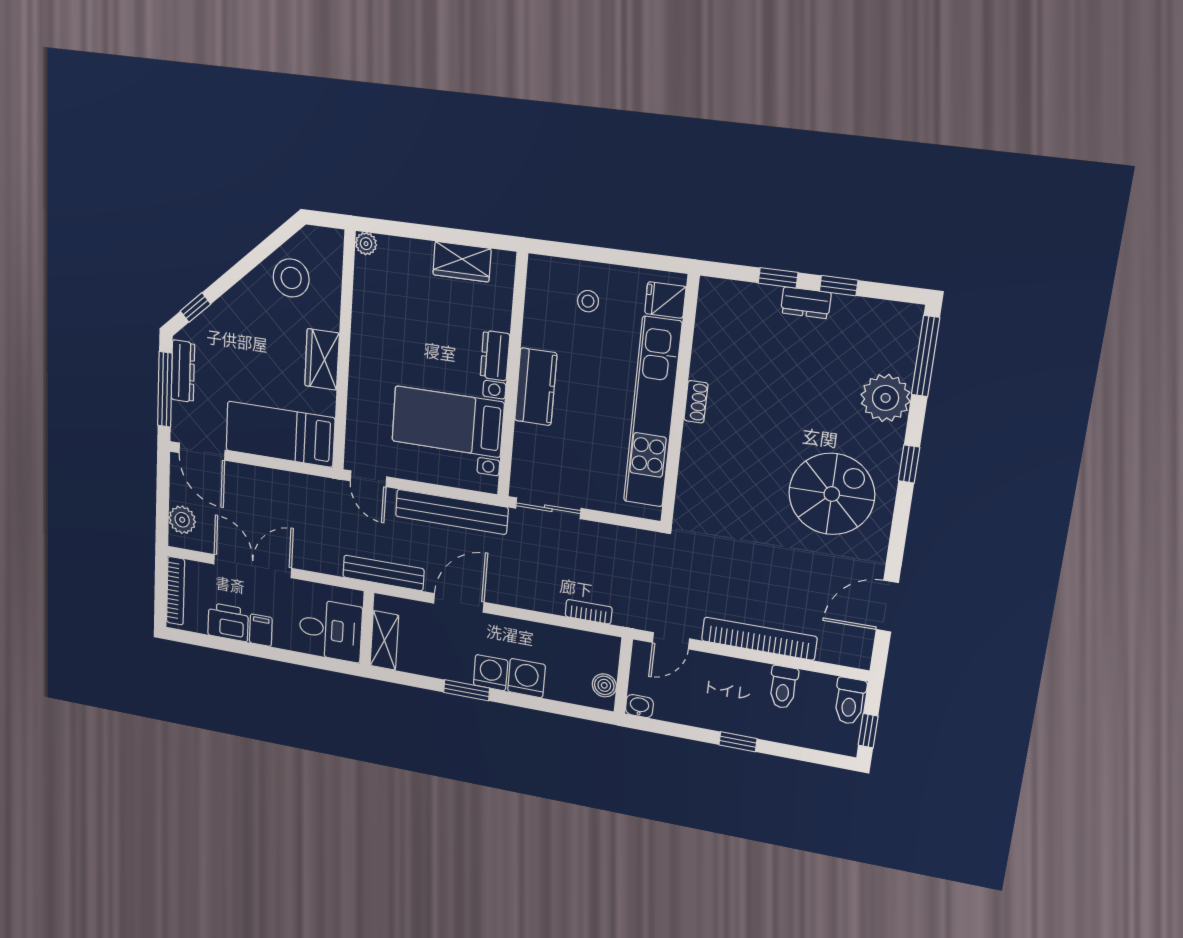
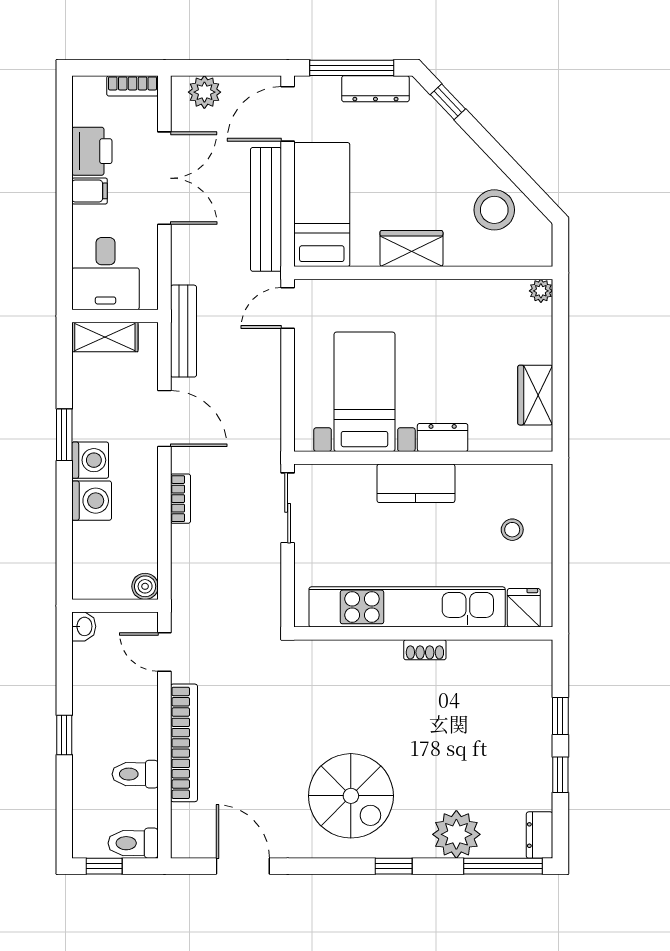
dresser: (806, 303) -> (540, 835), moved
bench: (452, 512) -> (266, 209), moved
bookcase: (175, 591) -> (133, 86), width x0.64
bookcase: (589, 612) -> (180, 499), moved
boiler: (604, 685) -> (145, 586), moved

